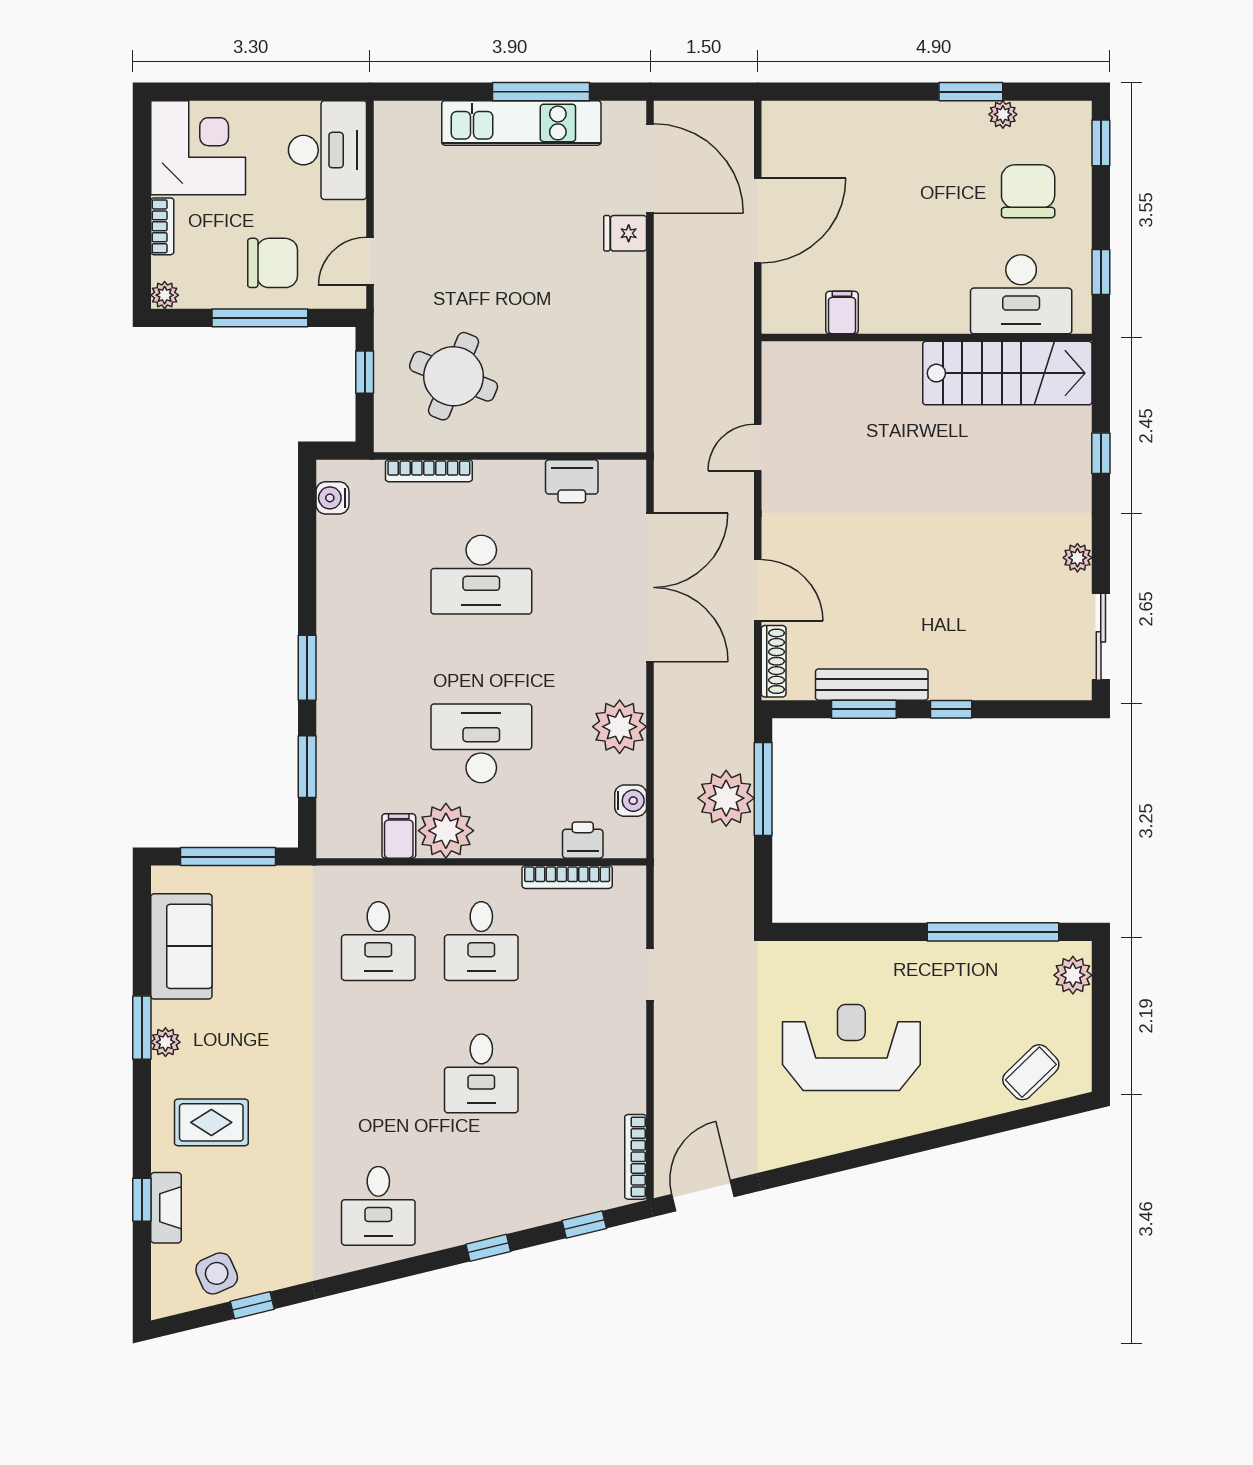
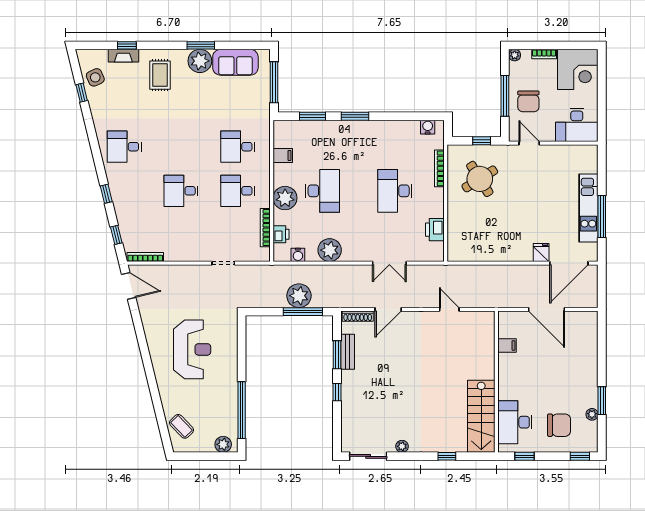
round table: (454, 376) -> (480, 179), turned 36
double door: (650, 587) -> (389, 263), width x0.54
bench: (872, 685) -> (348, 352), width x0.73
plant: (446, 831) -> (285, 198), moved
plant: (165, 1042) -> (200, 61), width x1.88, depth x1.88

